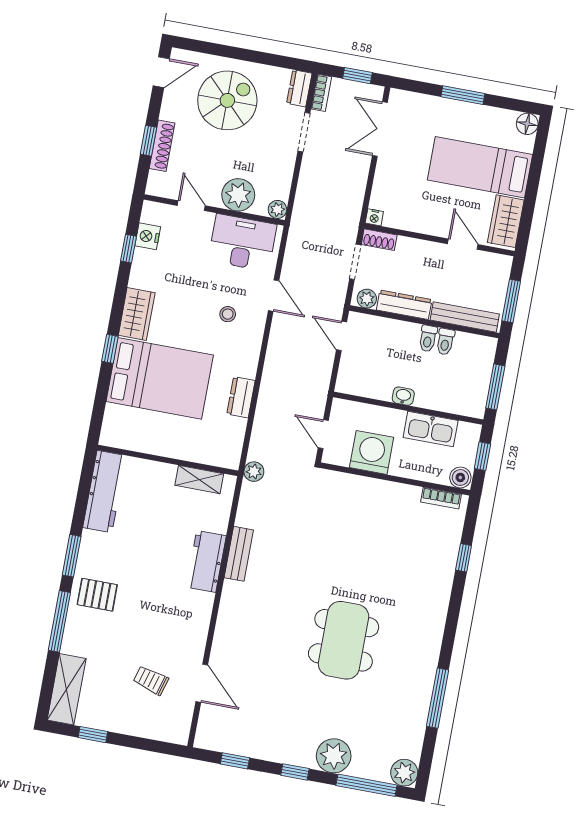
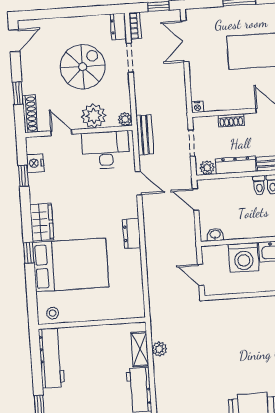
spiral stairs: (227, 100) -> (83, 67), moved
shoe rack: (162, 146) -> (30, 114), moved
shoe rack: (379, 240) -> (231, 120), moved
stool: (228, 314) -> (53, 313), moved
washbasin: (403, 396) -> (215, 235), moved
dresser: (241, 397) -> (132, 233), moved
washing machine: (372, 452) -> (244, 258), moved, turned 180
plant: (254, 472) -> (159, 349), moved
shelving: (199, 479) -> (140, 349), moved, turned 90
bench: (239, 554) -> (145, 135), moved

